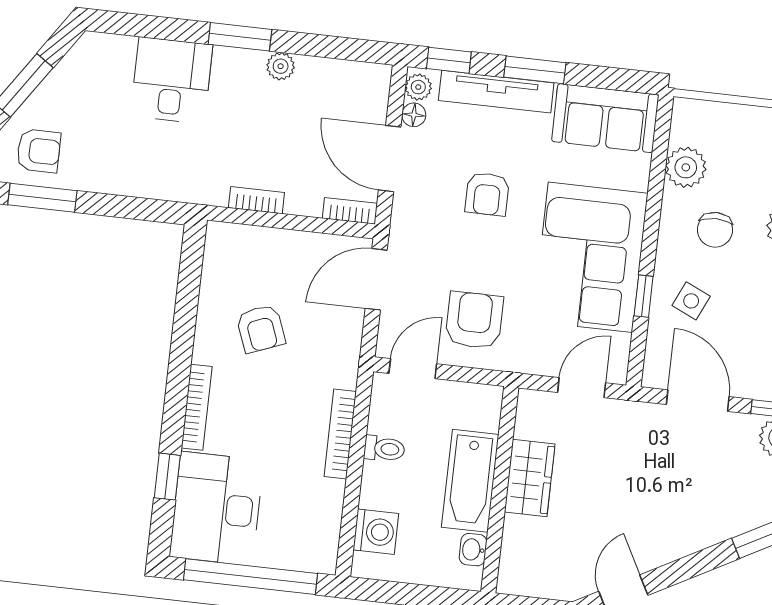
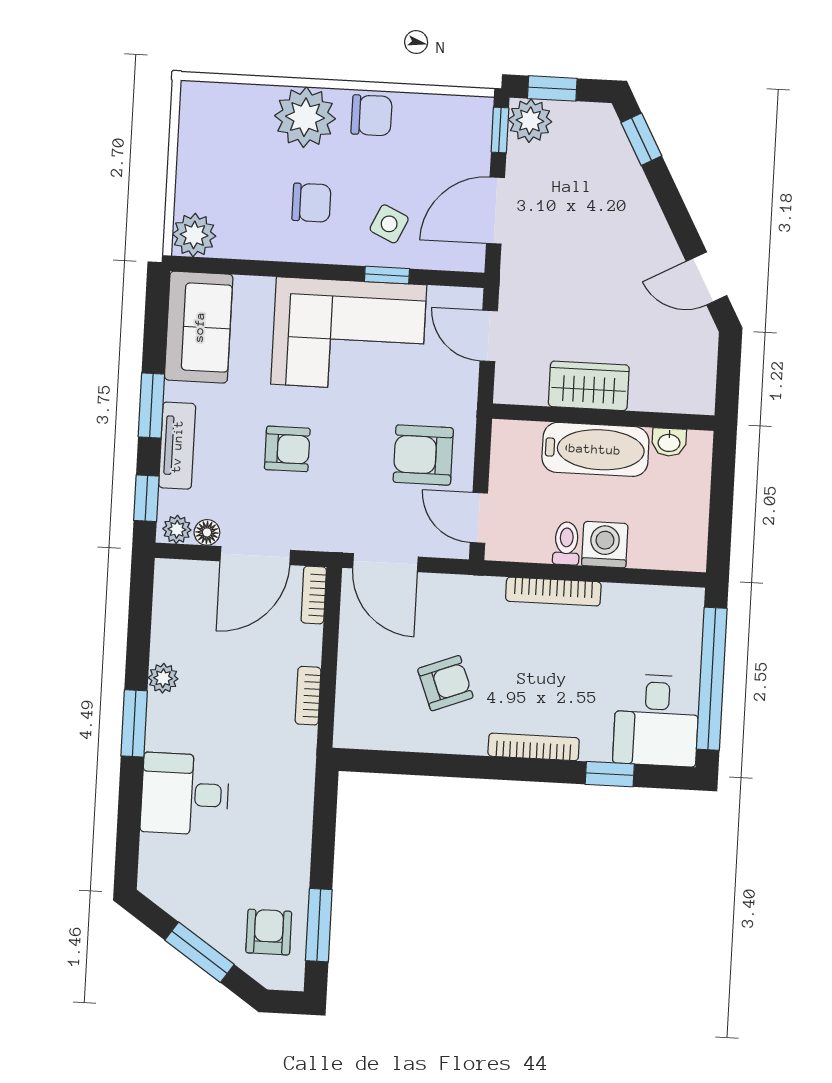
tv unit: (496, 92) -> (177, 446), width x0.71
plant: (686, 167) -> (194, 235), moved
desk: (217, 508) -> (656, 720), width x0.73
washing machine: (376, 532) -> (605, 545), moved

